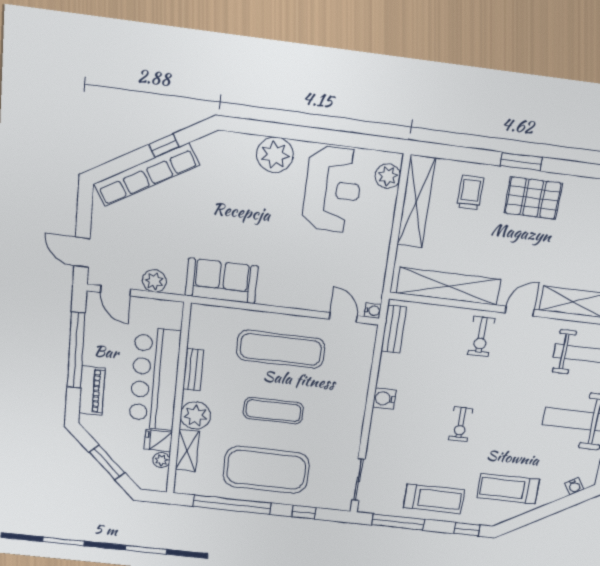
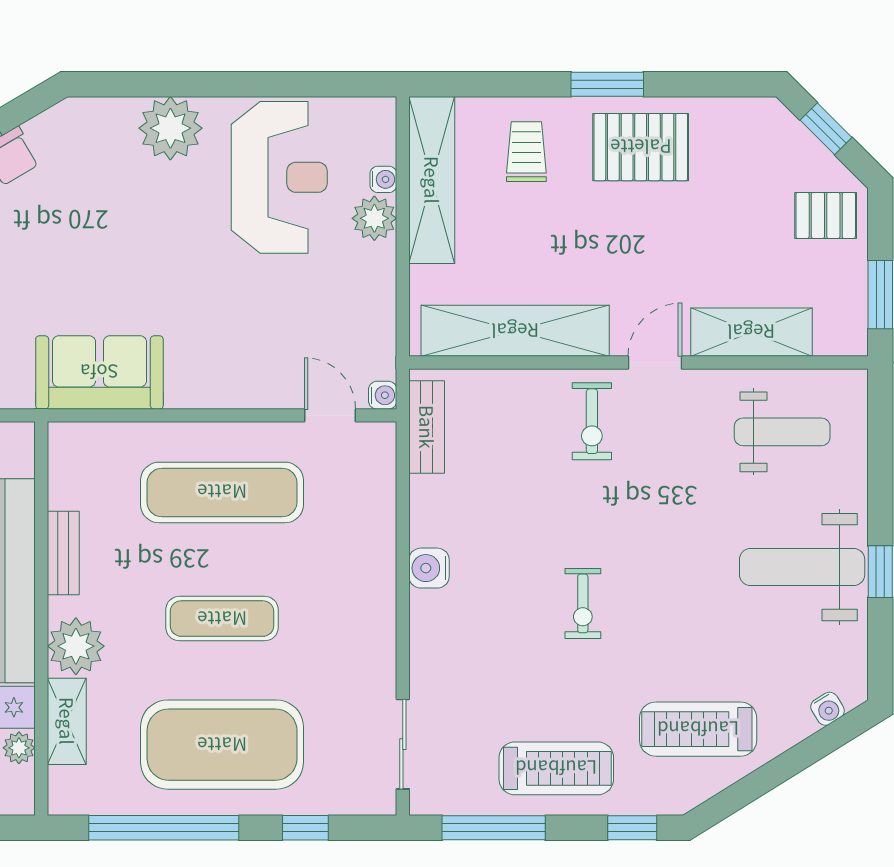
plant: (388, 176) -> (374, 218), moved
water cooler: (390, 198) -> (383, 179), added

